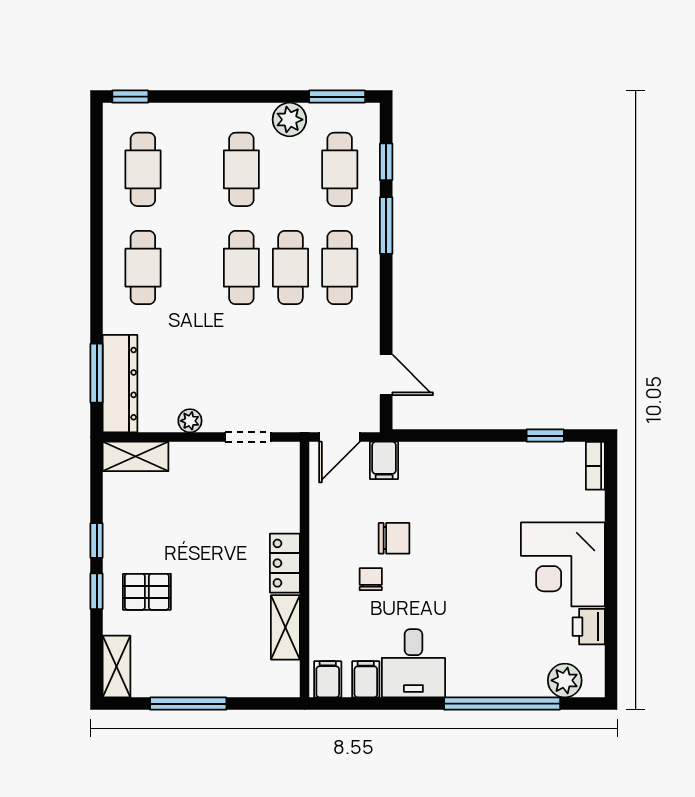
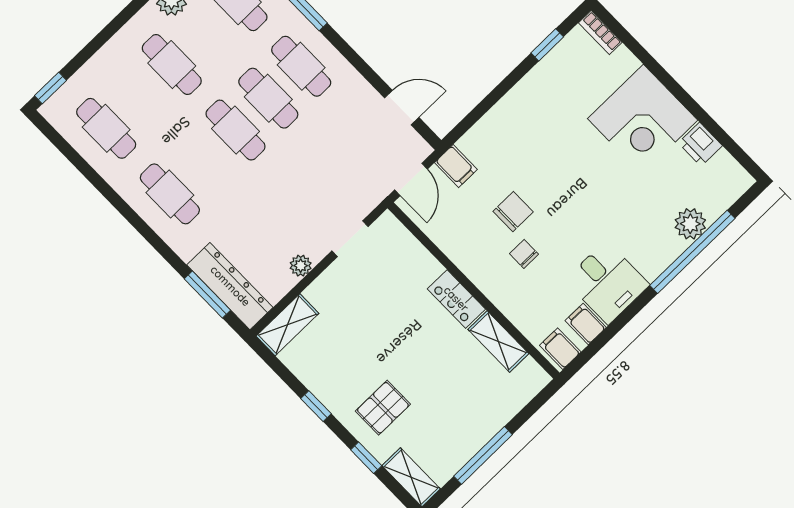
window: (97, 591) -> (366, 458), moved
plant: (565, 680) -> (690, 224), moved

